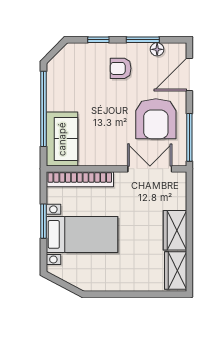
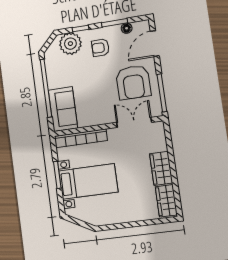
plant: (83, 57) -> (70, 44), added

